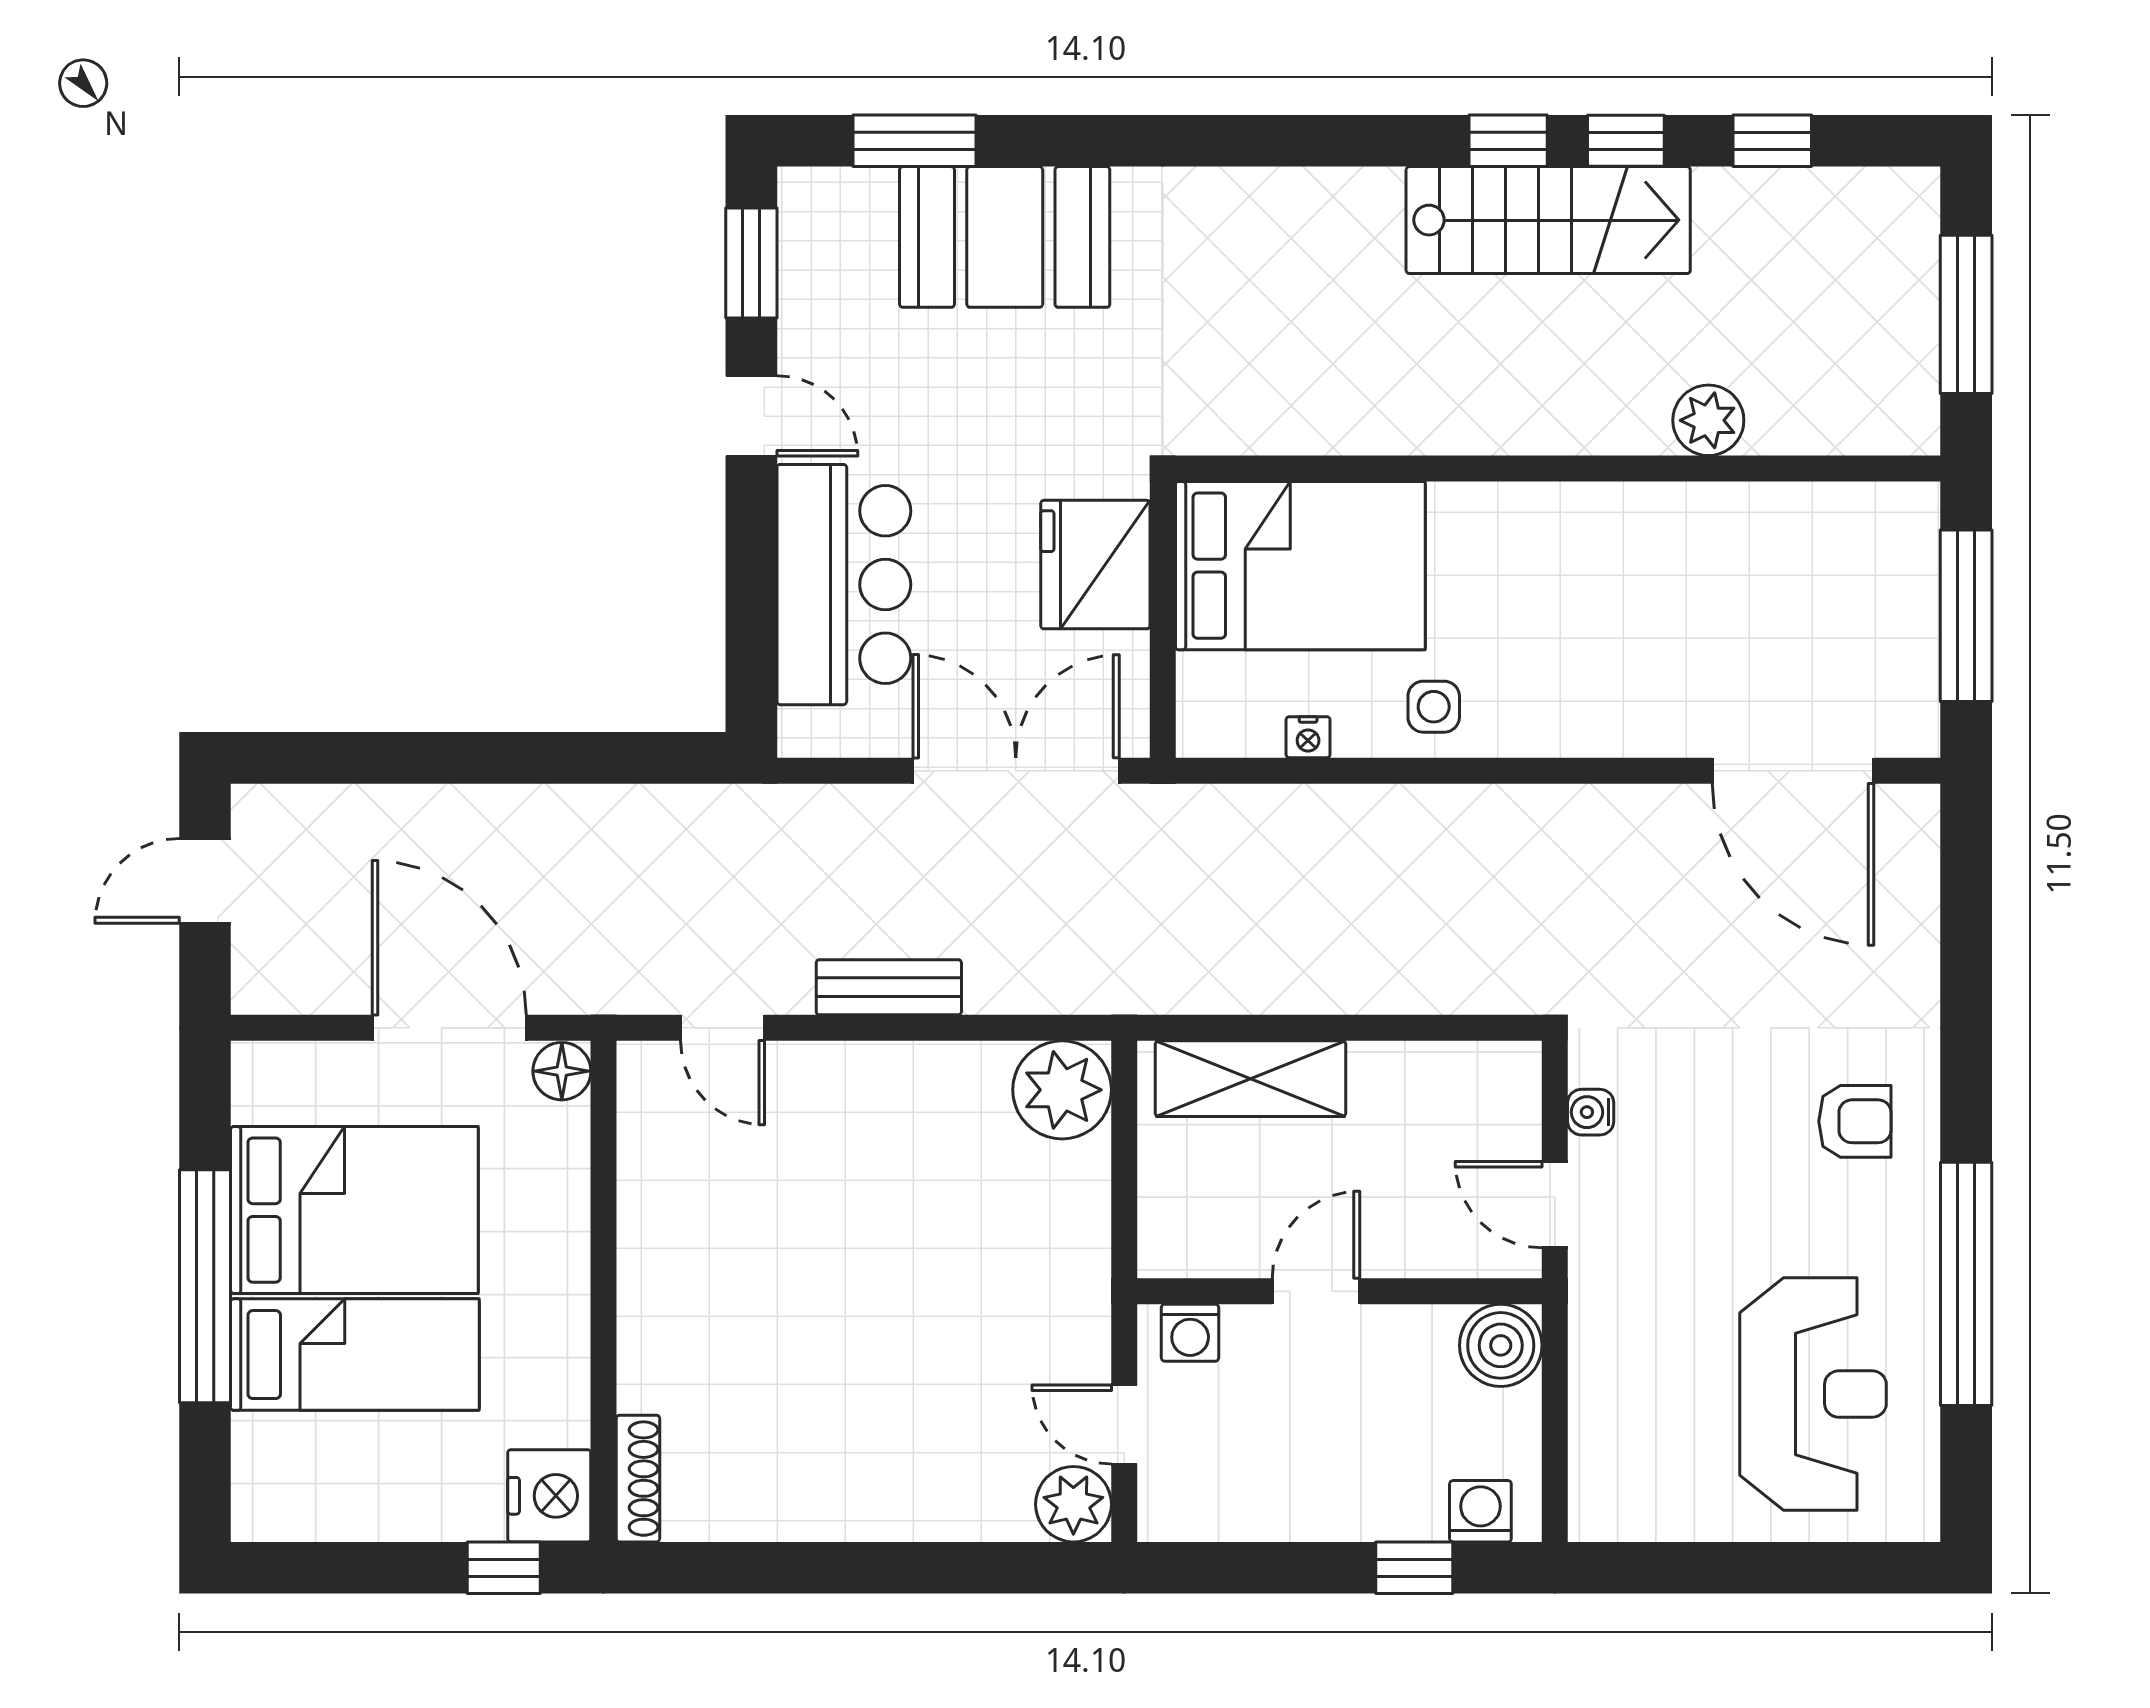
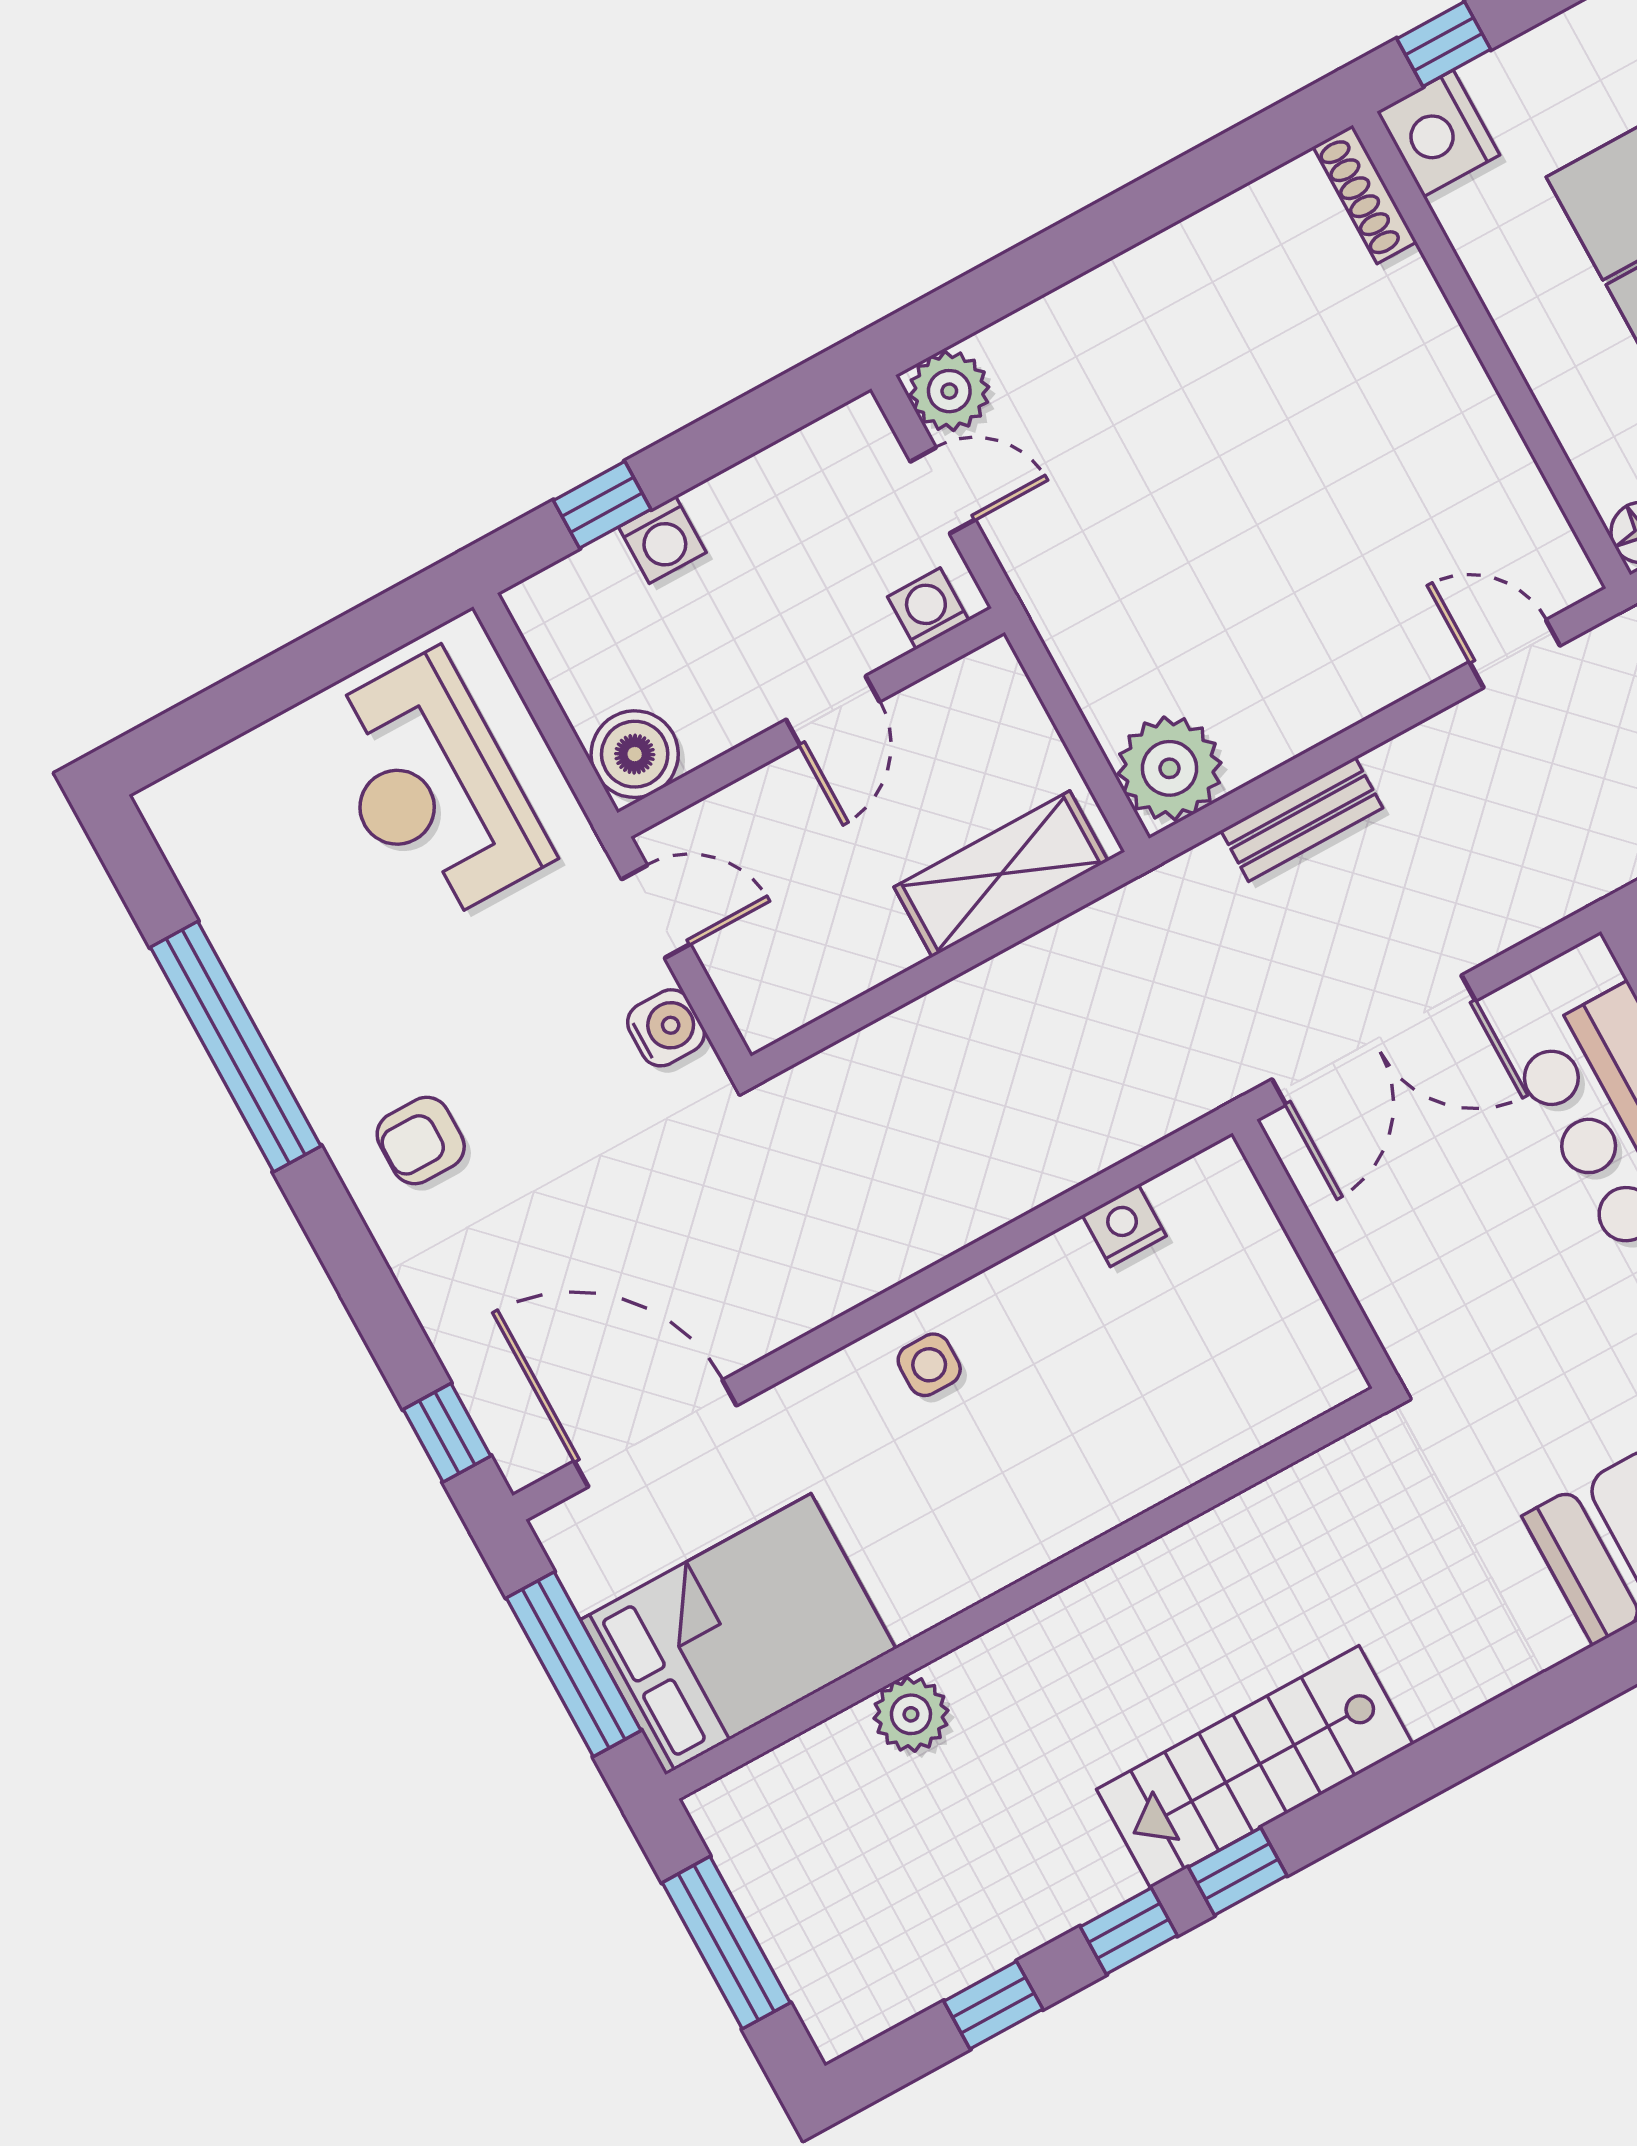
stairs: (1548, 220) -> (1255, 1767), moved
fridge: (1095, 565) -> (1405, 1271), removed
bed: (1300, 566) -> (738, 1634), moved, turned 180
side table: (1434, 707) -> (929, 1365), moved
nightstand: (1308, 737) -> (1124, 1226), width x1.39, depth x1.35
window: (1966, 866) -> (447, 1433), added
bench: (889, 987) -> (1302, 819), moved
water cooler: (1591, 1112) -> (666, 1028), width x1.38, depth x1.38
reception desk: (1813, 1394) -> (432, 788), moved
washing machine: (1480, 1511) -> (662, 540), moved

